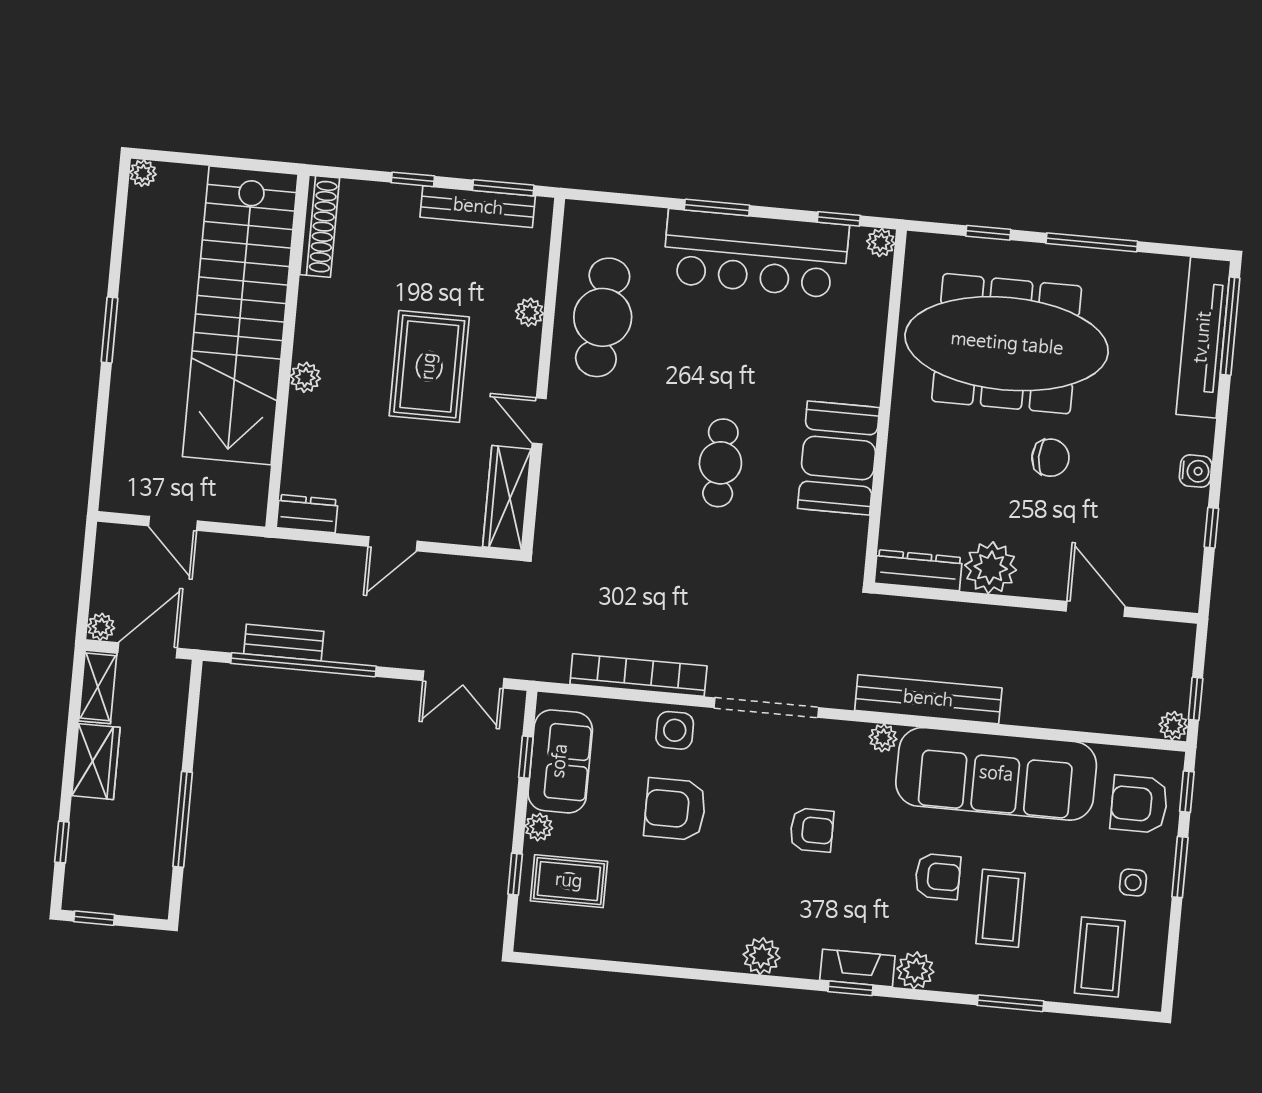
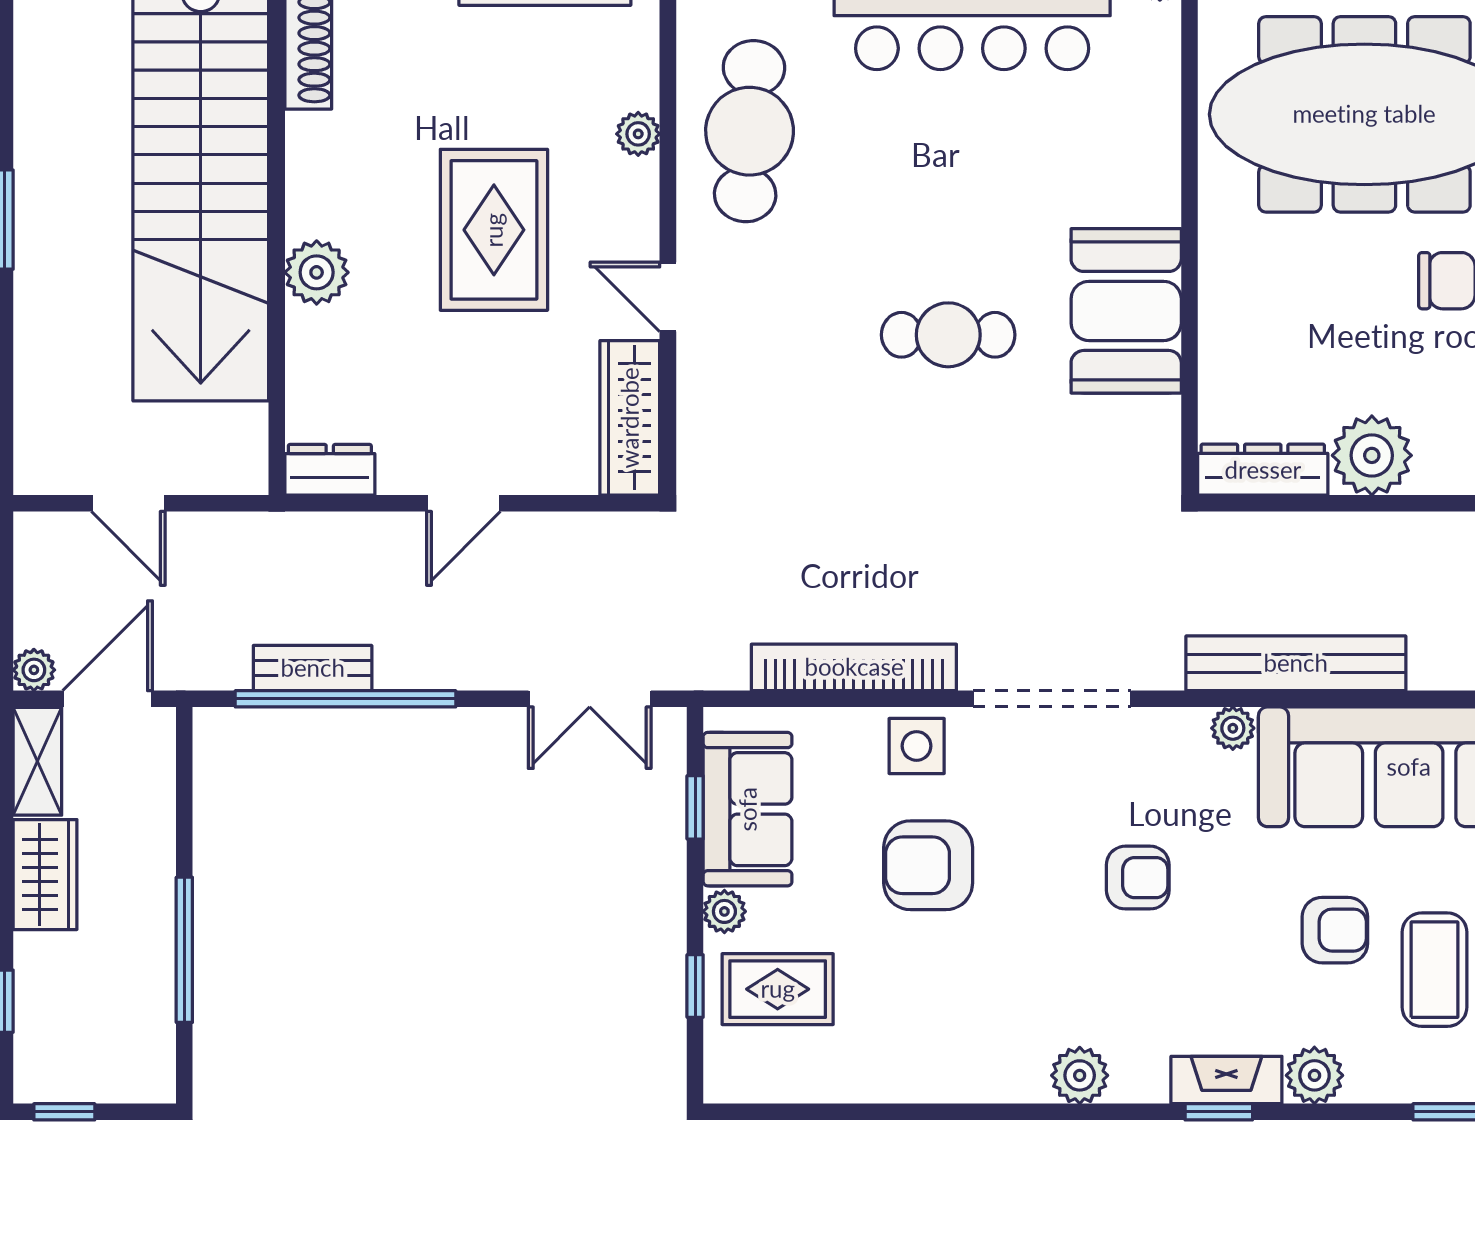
plant: (305, 377) -> (317, 272), width x1.38, depth x1.38
cafe table: (720, 463) -> (948, 335), turned 90

